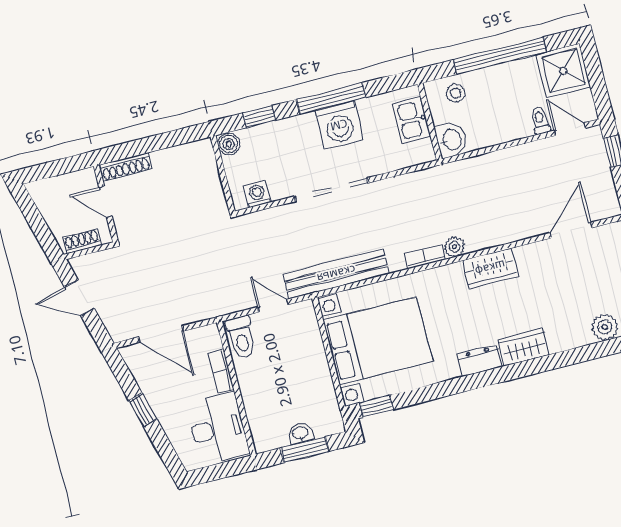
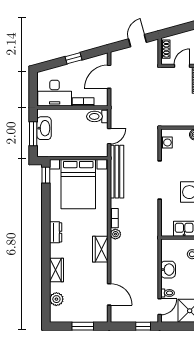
washbasin: (451, 140) -> (168, 270), moved, turned -90
wardrobe: (523, 348) -> (57, 270), moved
washbasin: (300, 433) -> (44, 128), width x1.91, depth x1.45

